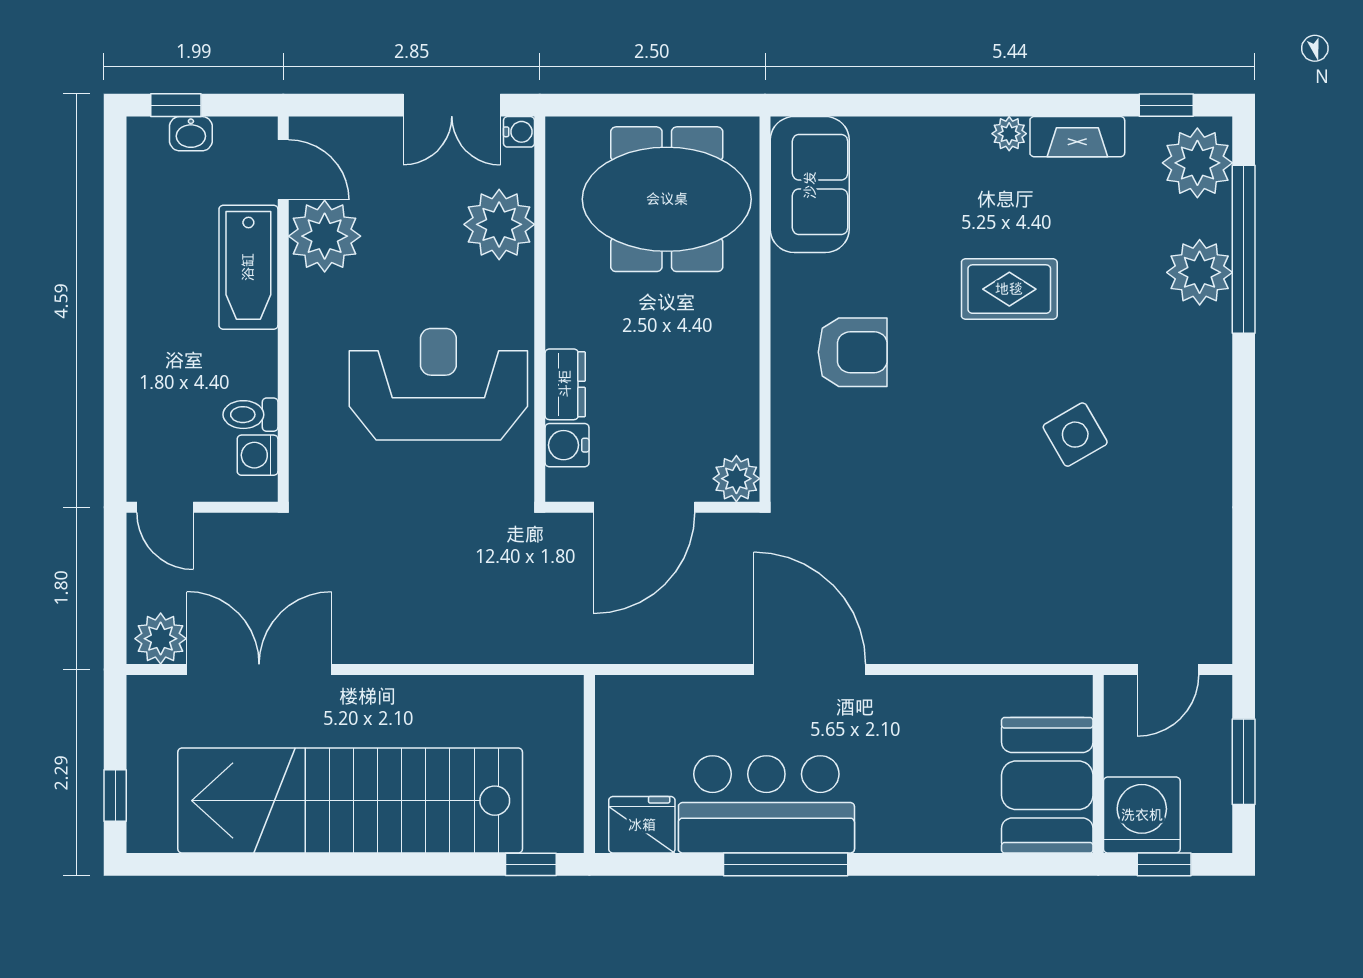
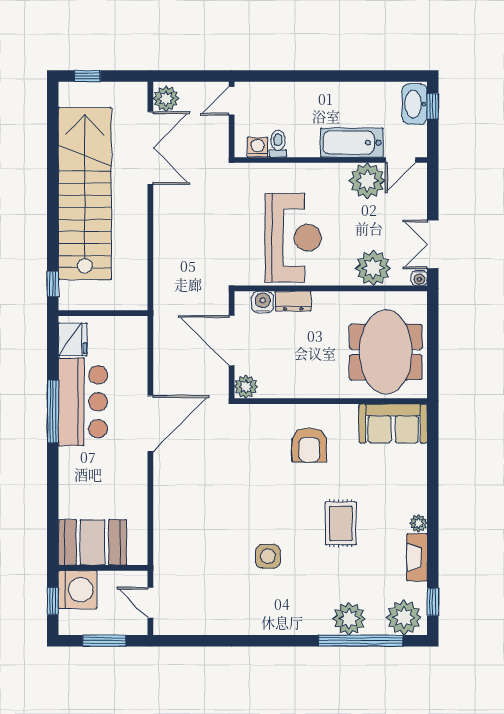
washbasin: (191, 134) -> (415, 104), width x1.91, depth x1.45
side table: (1075, 435) -> (268, 556), turned 30

